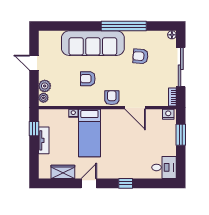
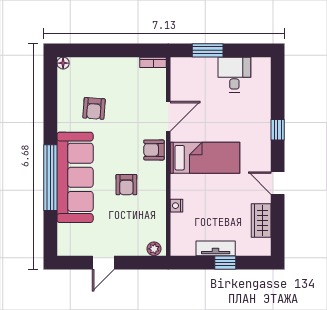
window: (124, 26) -> (50, 178), moved
sliding door: (181, 67) -> (110, 50), removed
plant: (45, 86) -> (137, 247), removed
nightstand: (168, 114) -> (178, 68), removed
window: (34, 129) -> (225, 263), moved
bed: (89, 133) -> (205, 158), moved
desk: (164, 167) -> (234, 75), moved

